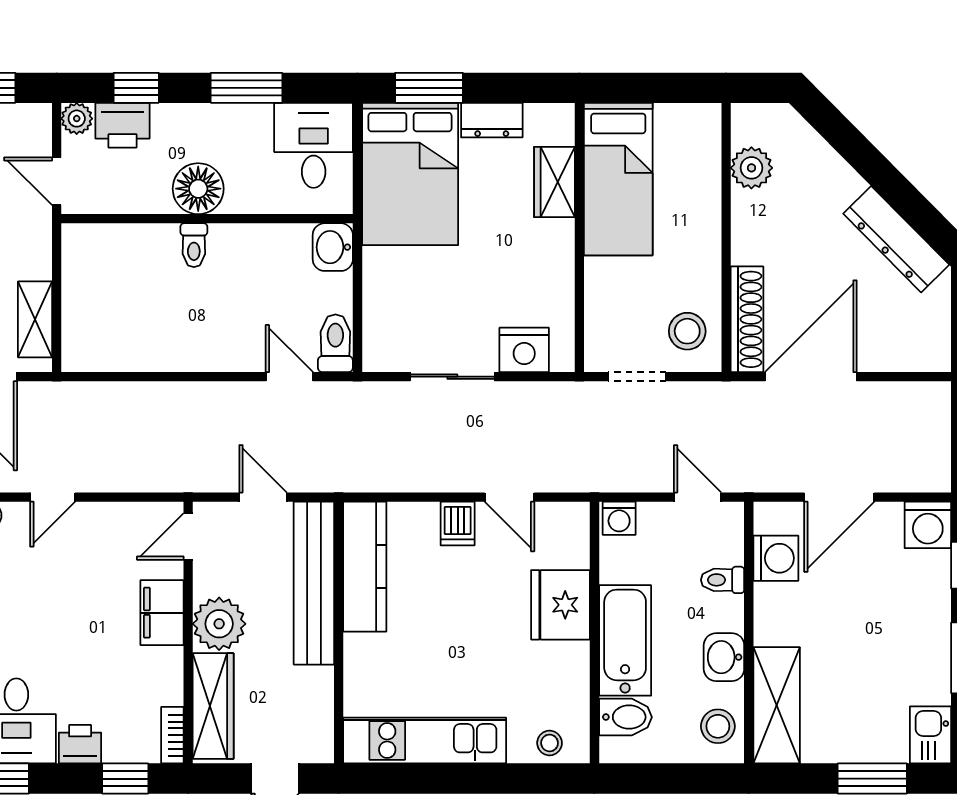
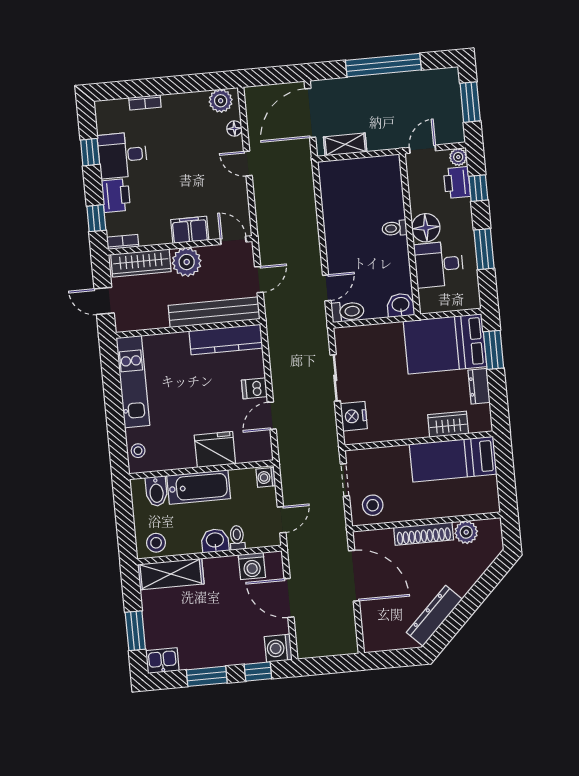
desk: (314, 145) -> (439, 264), moved, turned 180
shoe rack: (747, 319) -> (424, 534), moved
washbasin: (724, 657) -> (215, 541), moved
printer: (80, 744) -> (116, 195), width x1.36, depth x1.24

